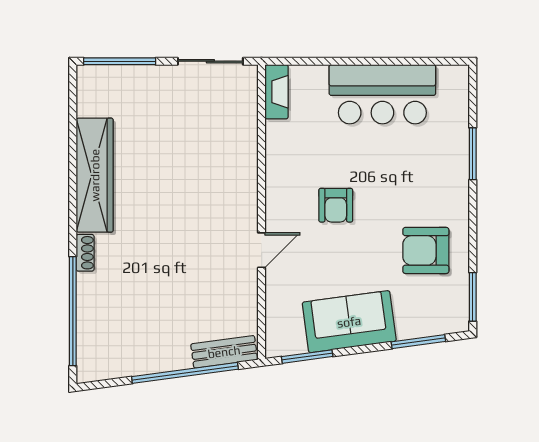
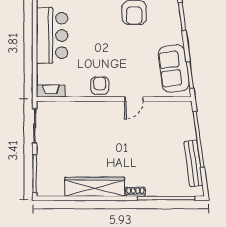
armchair: (336, 205) -> (100, 86), moved, turned -90
door: (262, 250) -> (134, 99), swing flipped
sofa: (349, 322) -> (174, 69), moved
bench: (224, 352) -> (193, 163), moved, width x1.36

